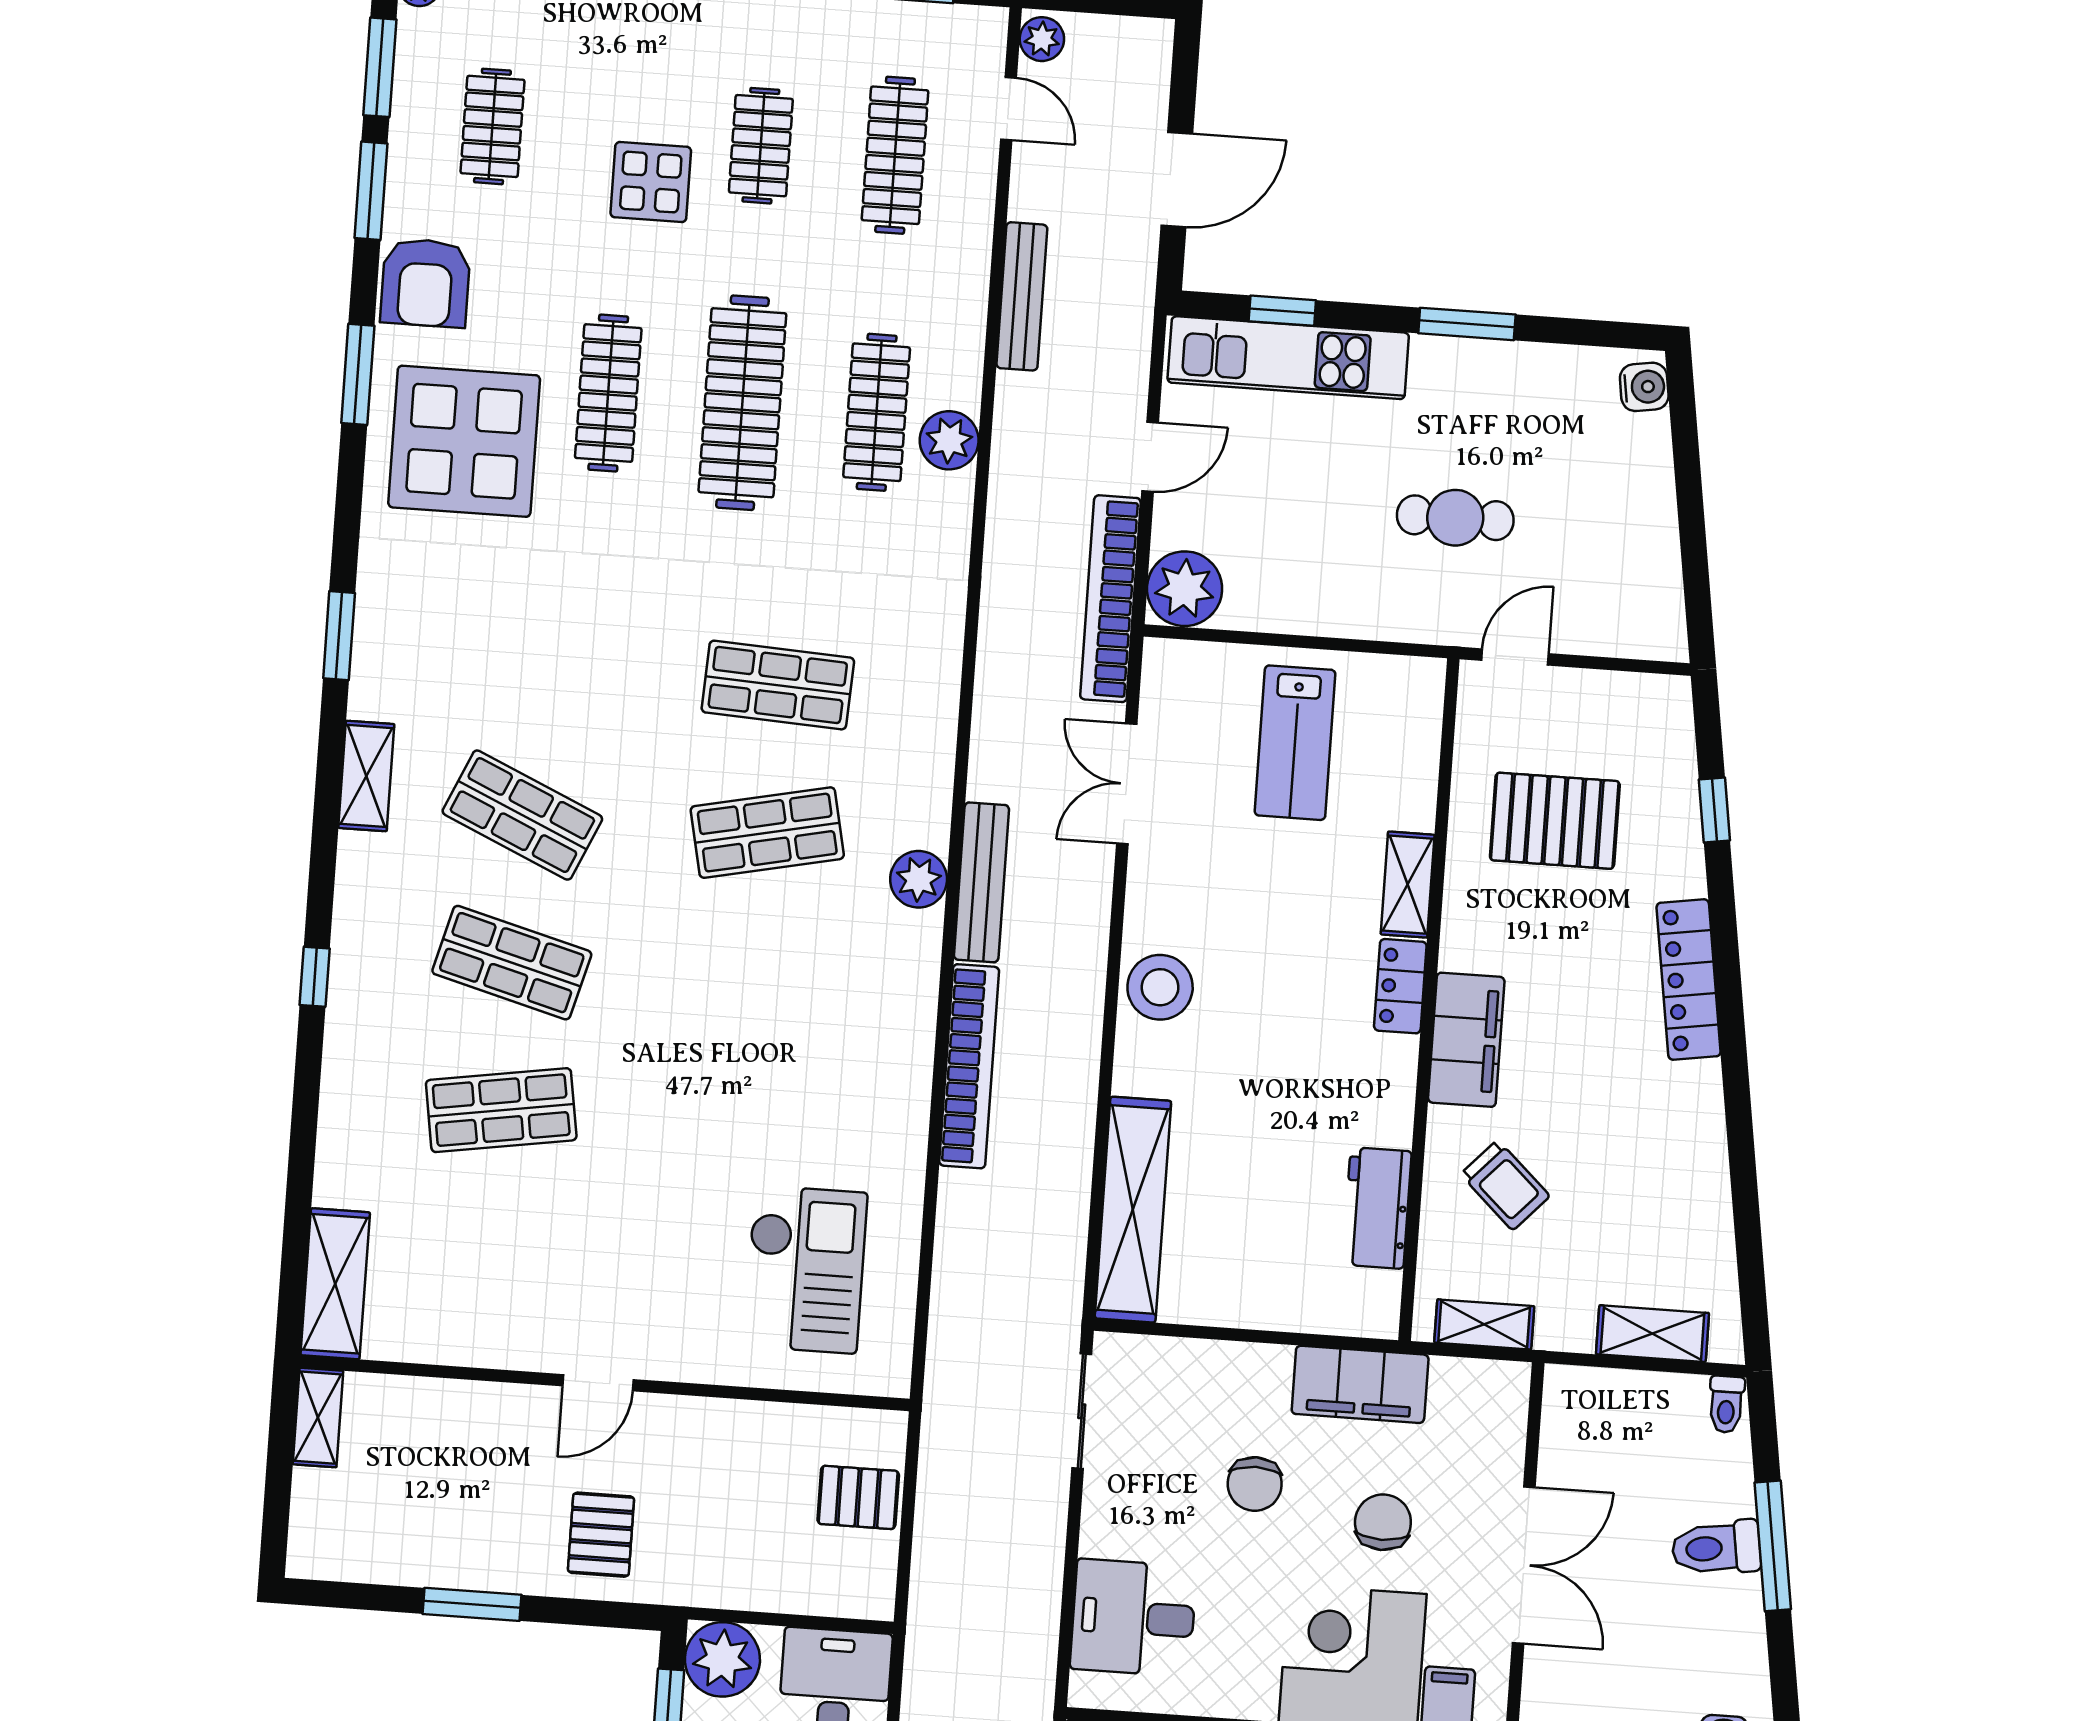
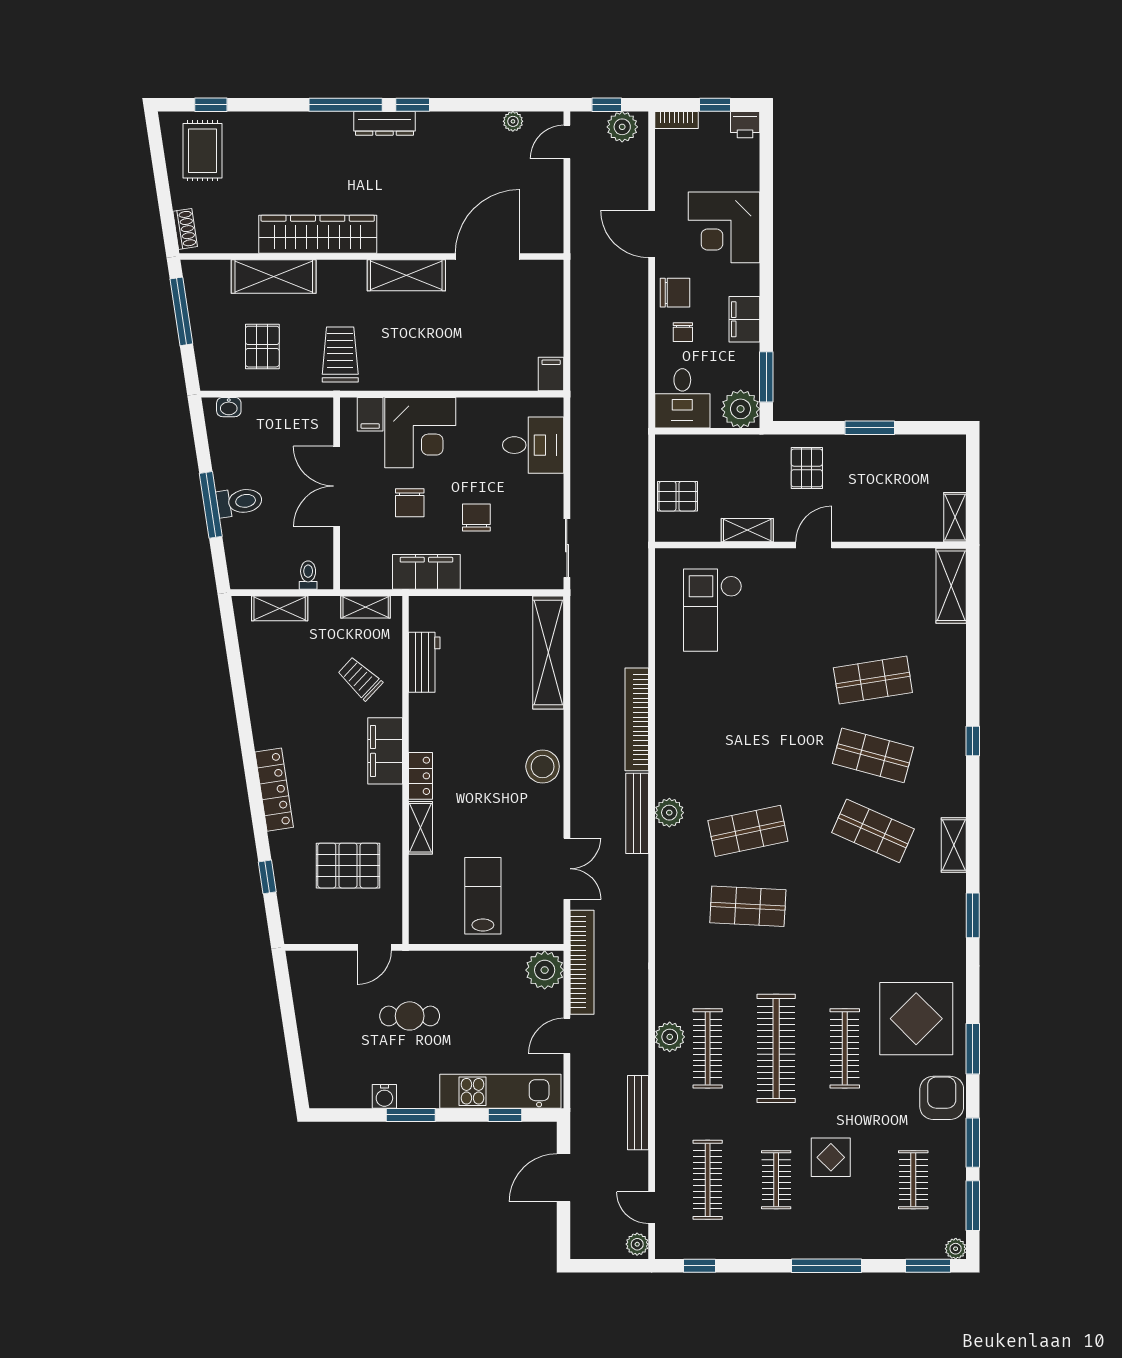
water cooler: (1644, 387) -> (384, 1096), moved, turned -81
toilet: (1726, 1404) -> (308, 575), moved
shelving: (726, 1421) -> (747, 530), added

